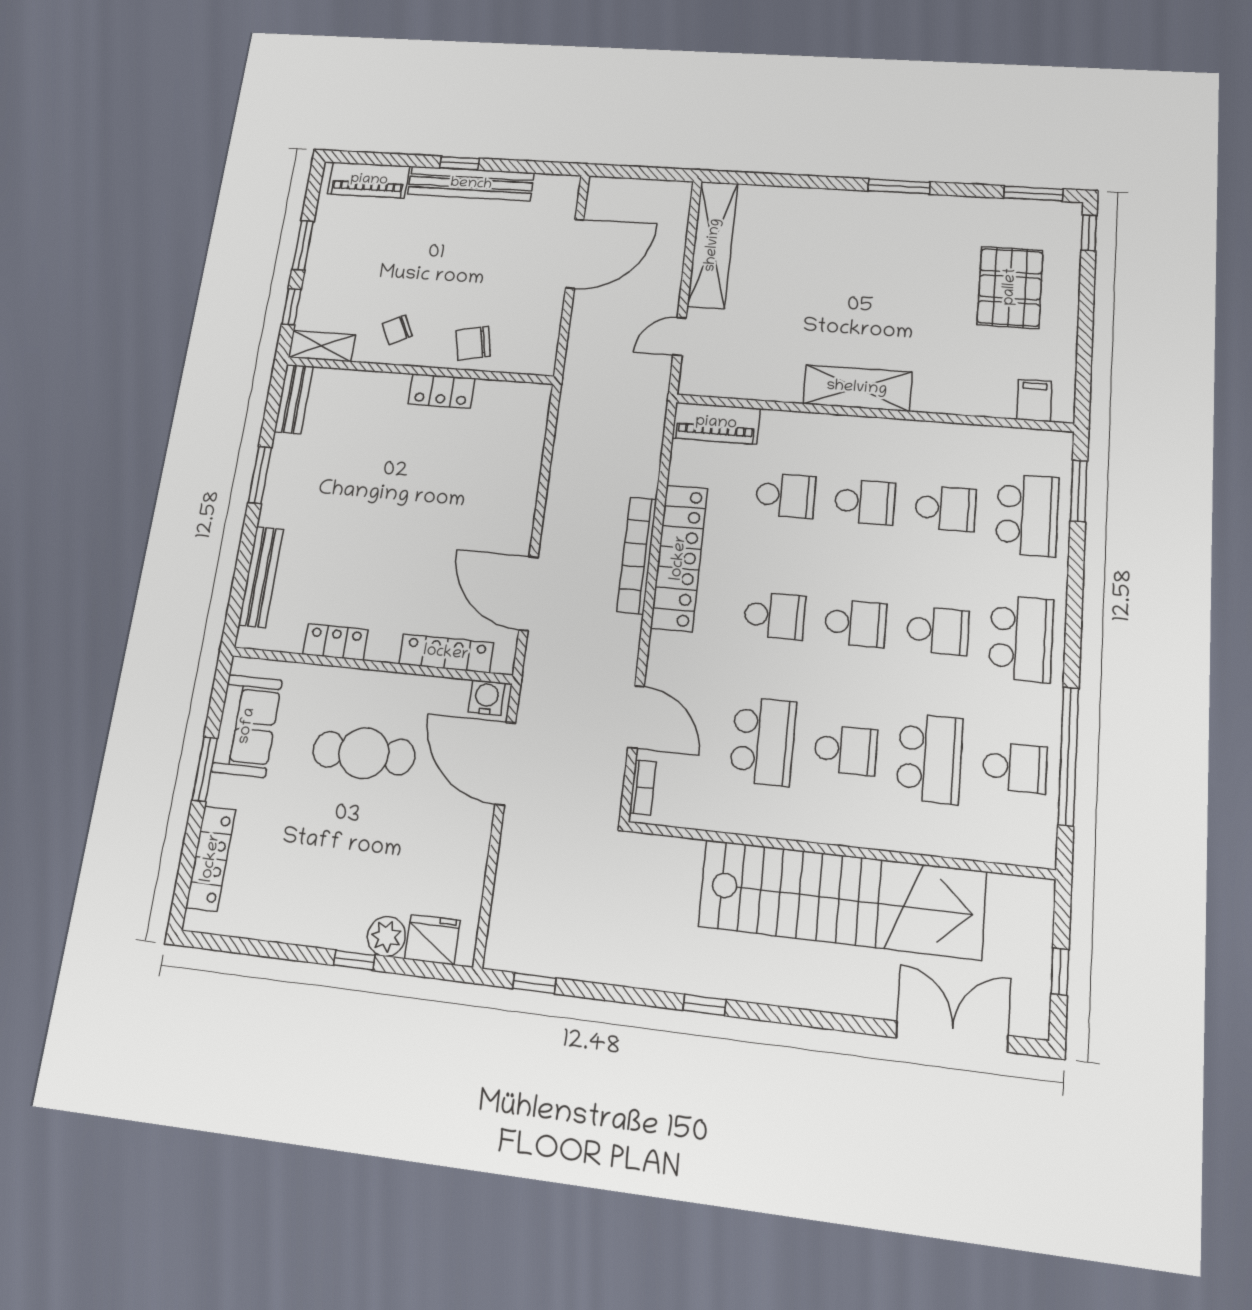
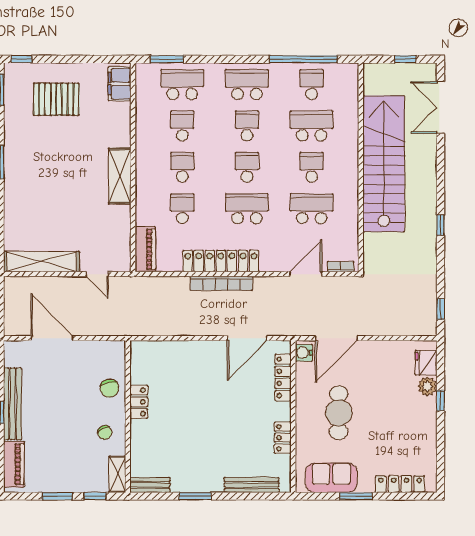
filing cabinet: (1034, 400) -> (120, 84), width x2.00
school desk: (774, 616) -> (247, 209), width x1.85

